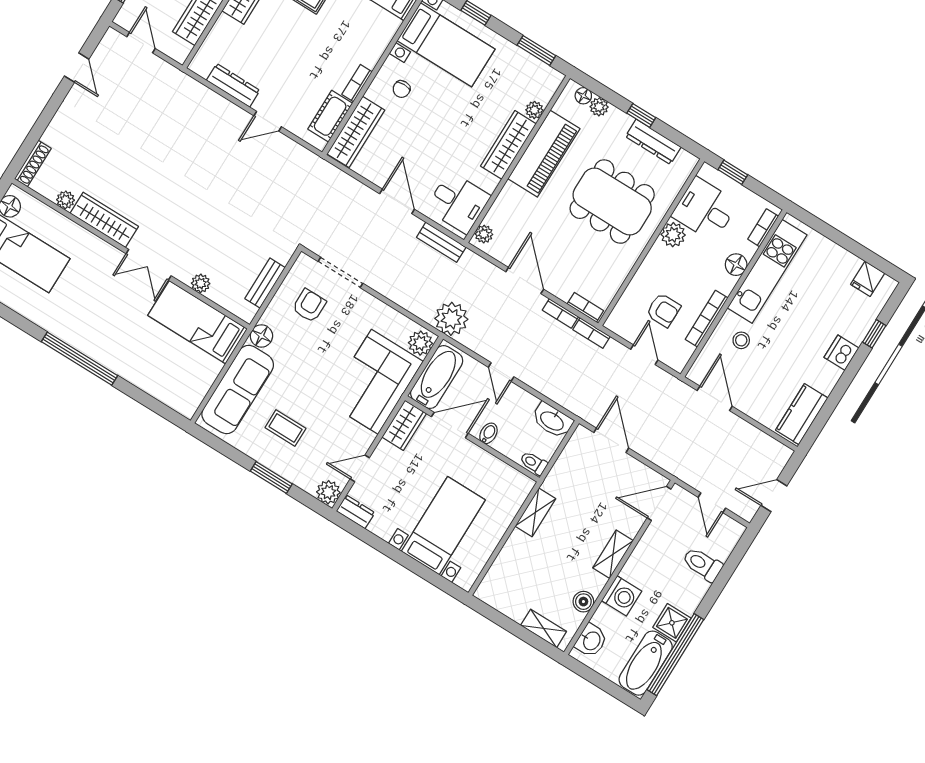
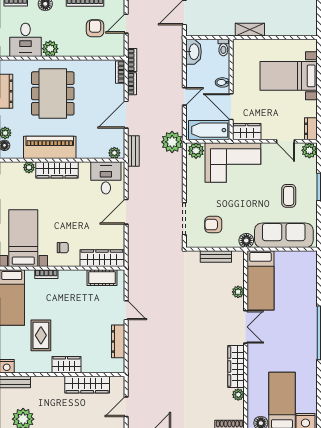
bookcase: (357, 83) -> (46, 274), moved
bench: (441, 242) -> (133, 151), moved

